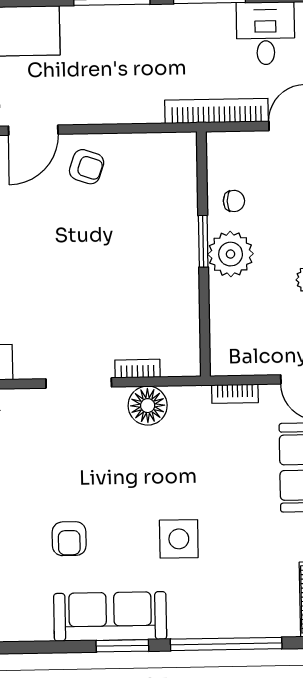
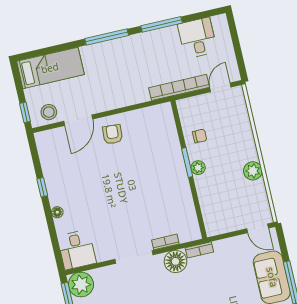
armchair: (87, 167) -> (113, 134), turned -105
plant: (231, 254) -> (198, 168), width x0.53, depth x0.53
bookcase: (235, 394) -> (199, 250), moved

